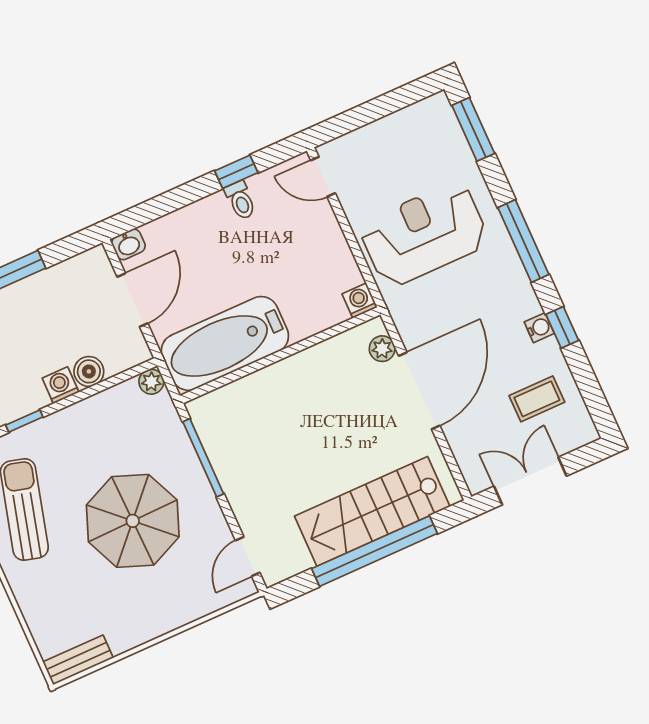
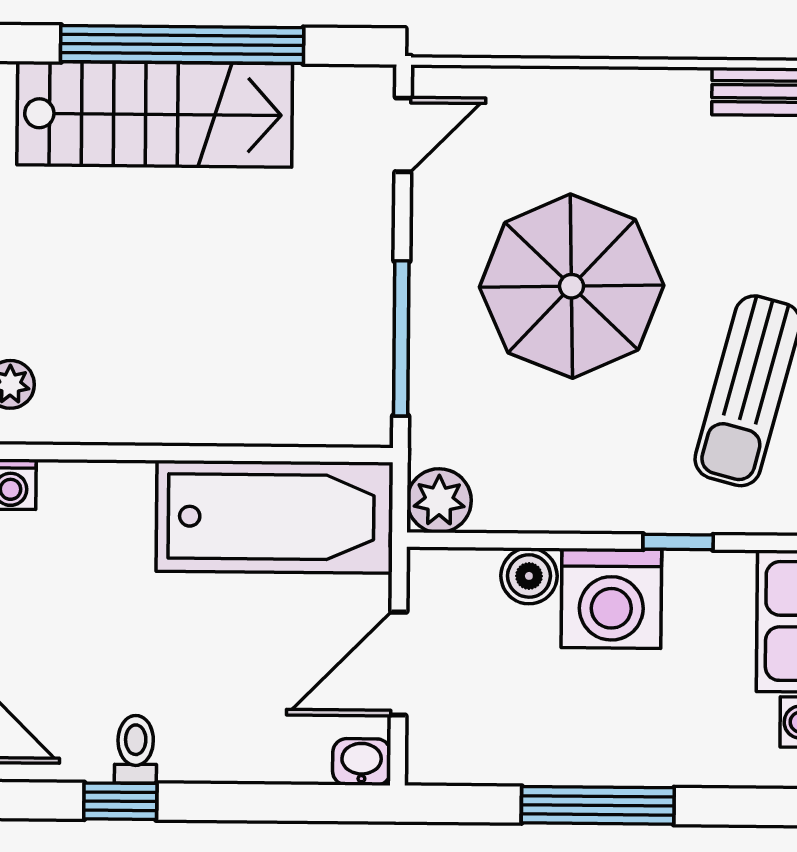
plant: (151, 382) -> (439, 501), width x1.38, depth x1.38
washing machine: (61, 385) -> (611, 598), width x1.89, depth x1.89

